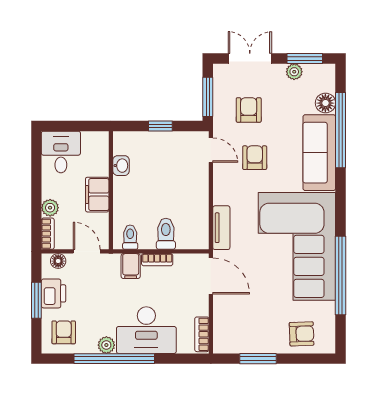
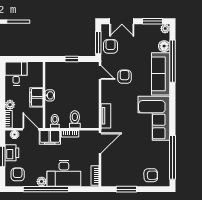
double door: (250, 59) -> (122, 21), swing flipped
plant: (294, 72) -> (165, 29), moved
armchair: (249, 110) -> (111, 46), moved
washbasin: (121, 166) -> (50, 95), moved
corner sofa: (297, 246) -> (154, 118), width x0.73, depth x0.74
filing cabinet: (131, 266) -> (50, 137), width x2.00
window: (341, 275) -> (173, 157), moved
door: (211, 276) -> (100, 143), hinge flipped

